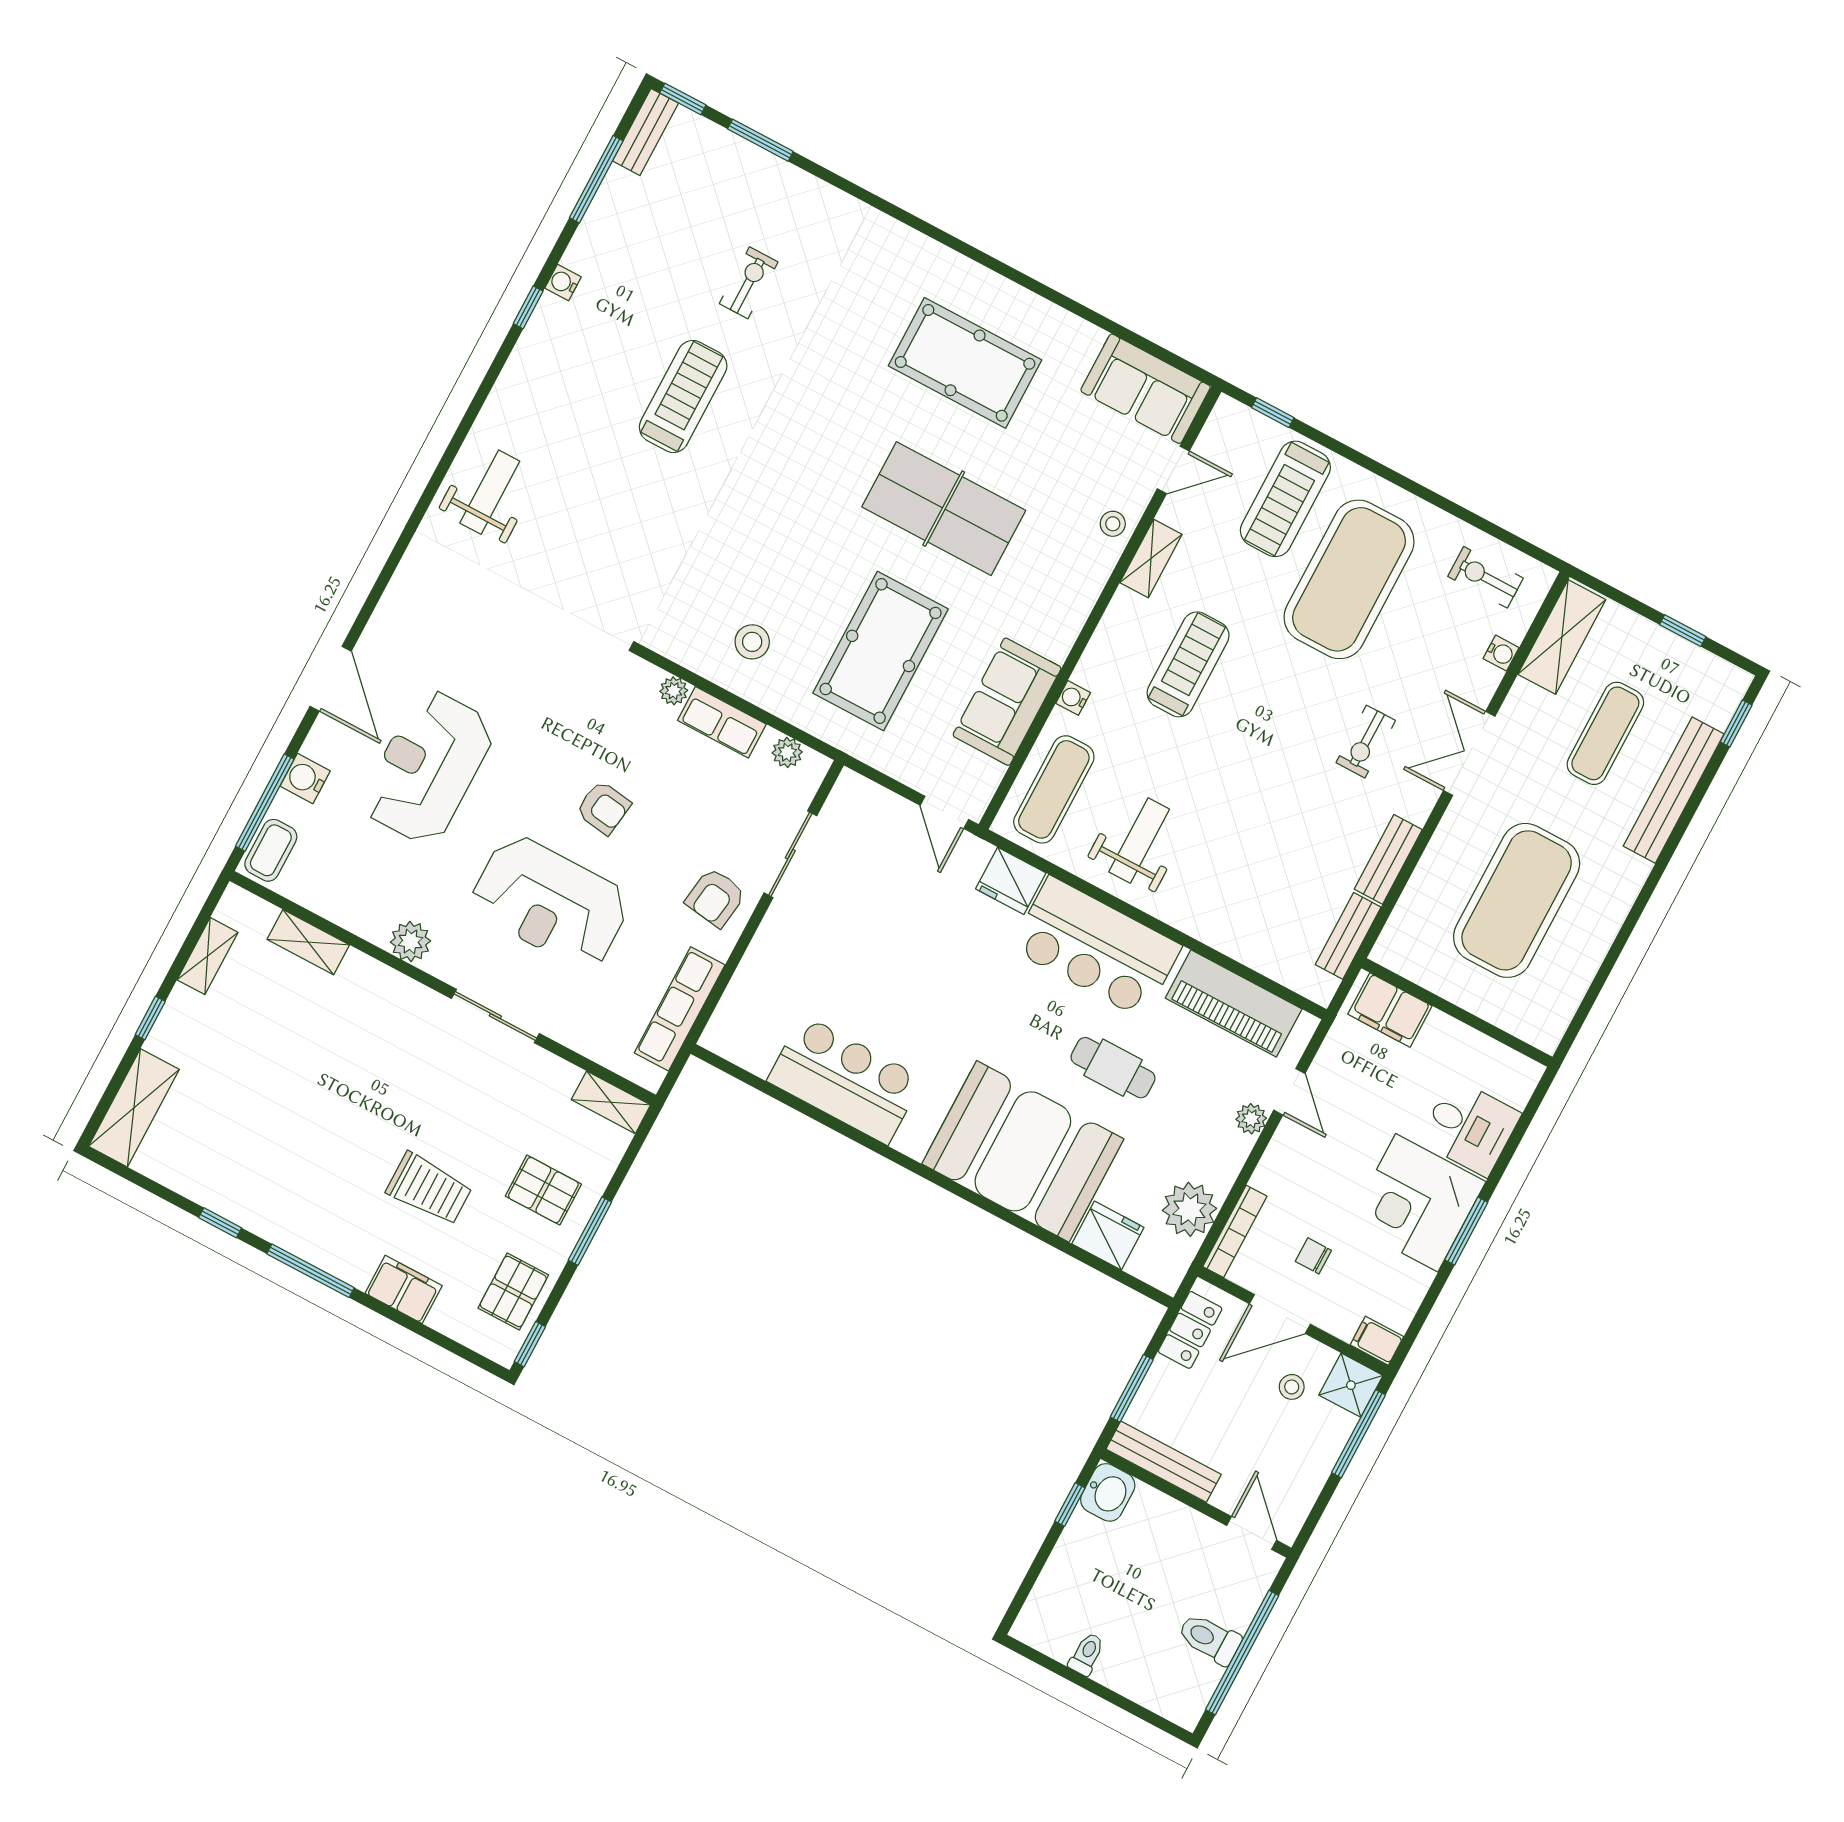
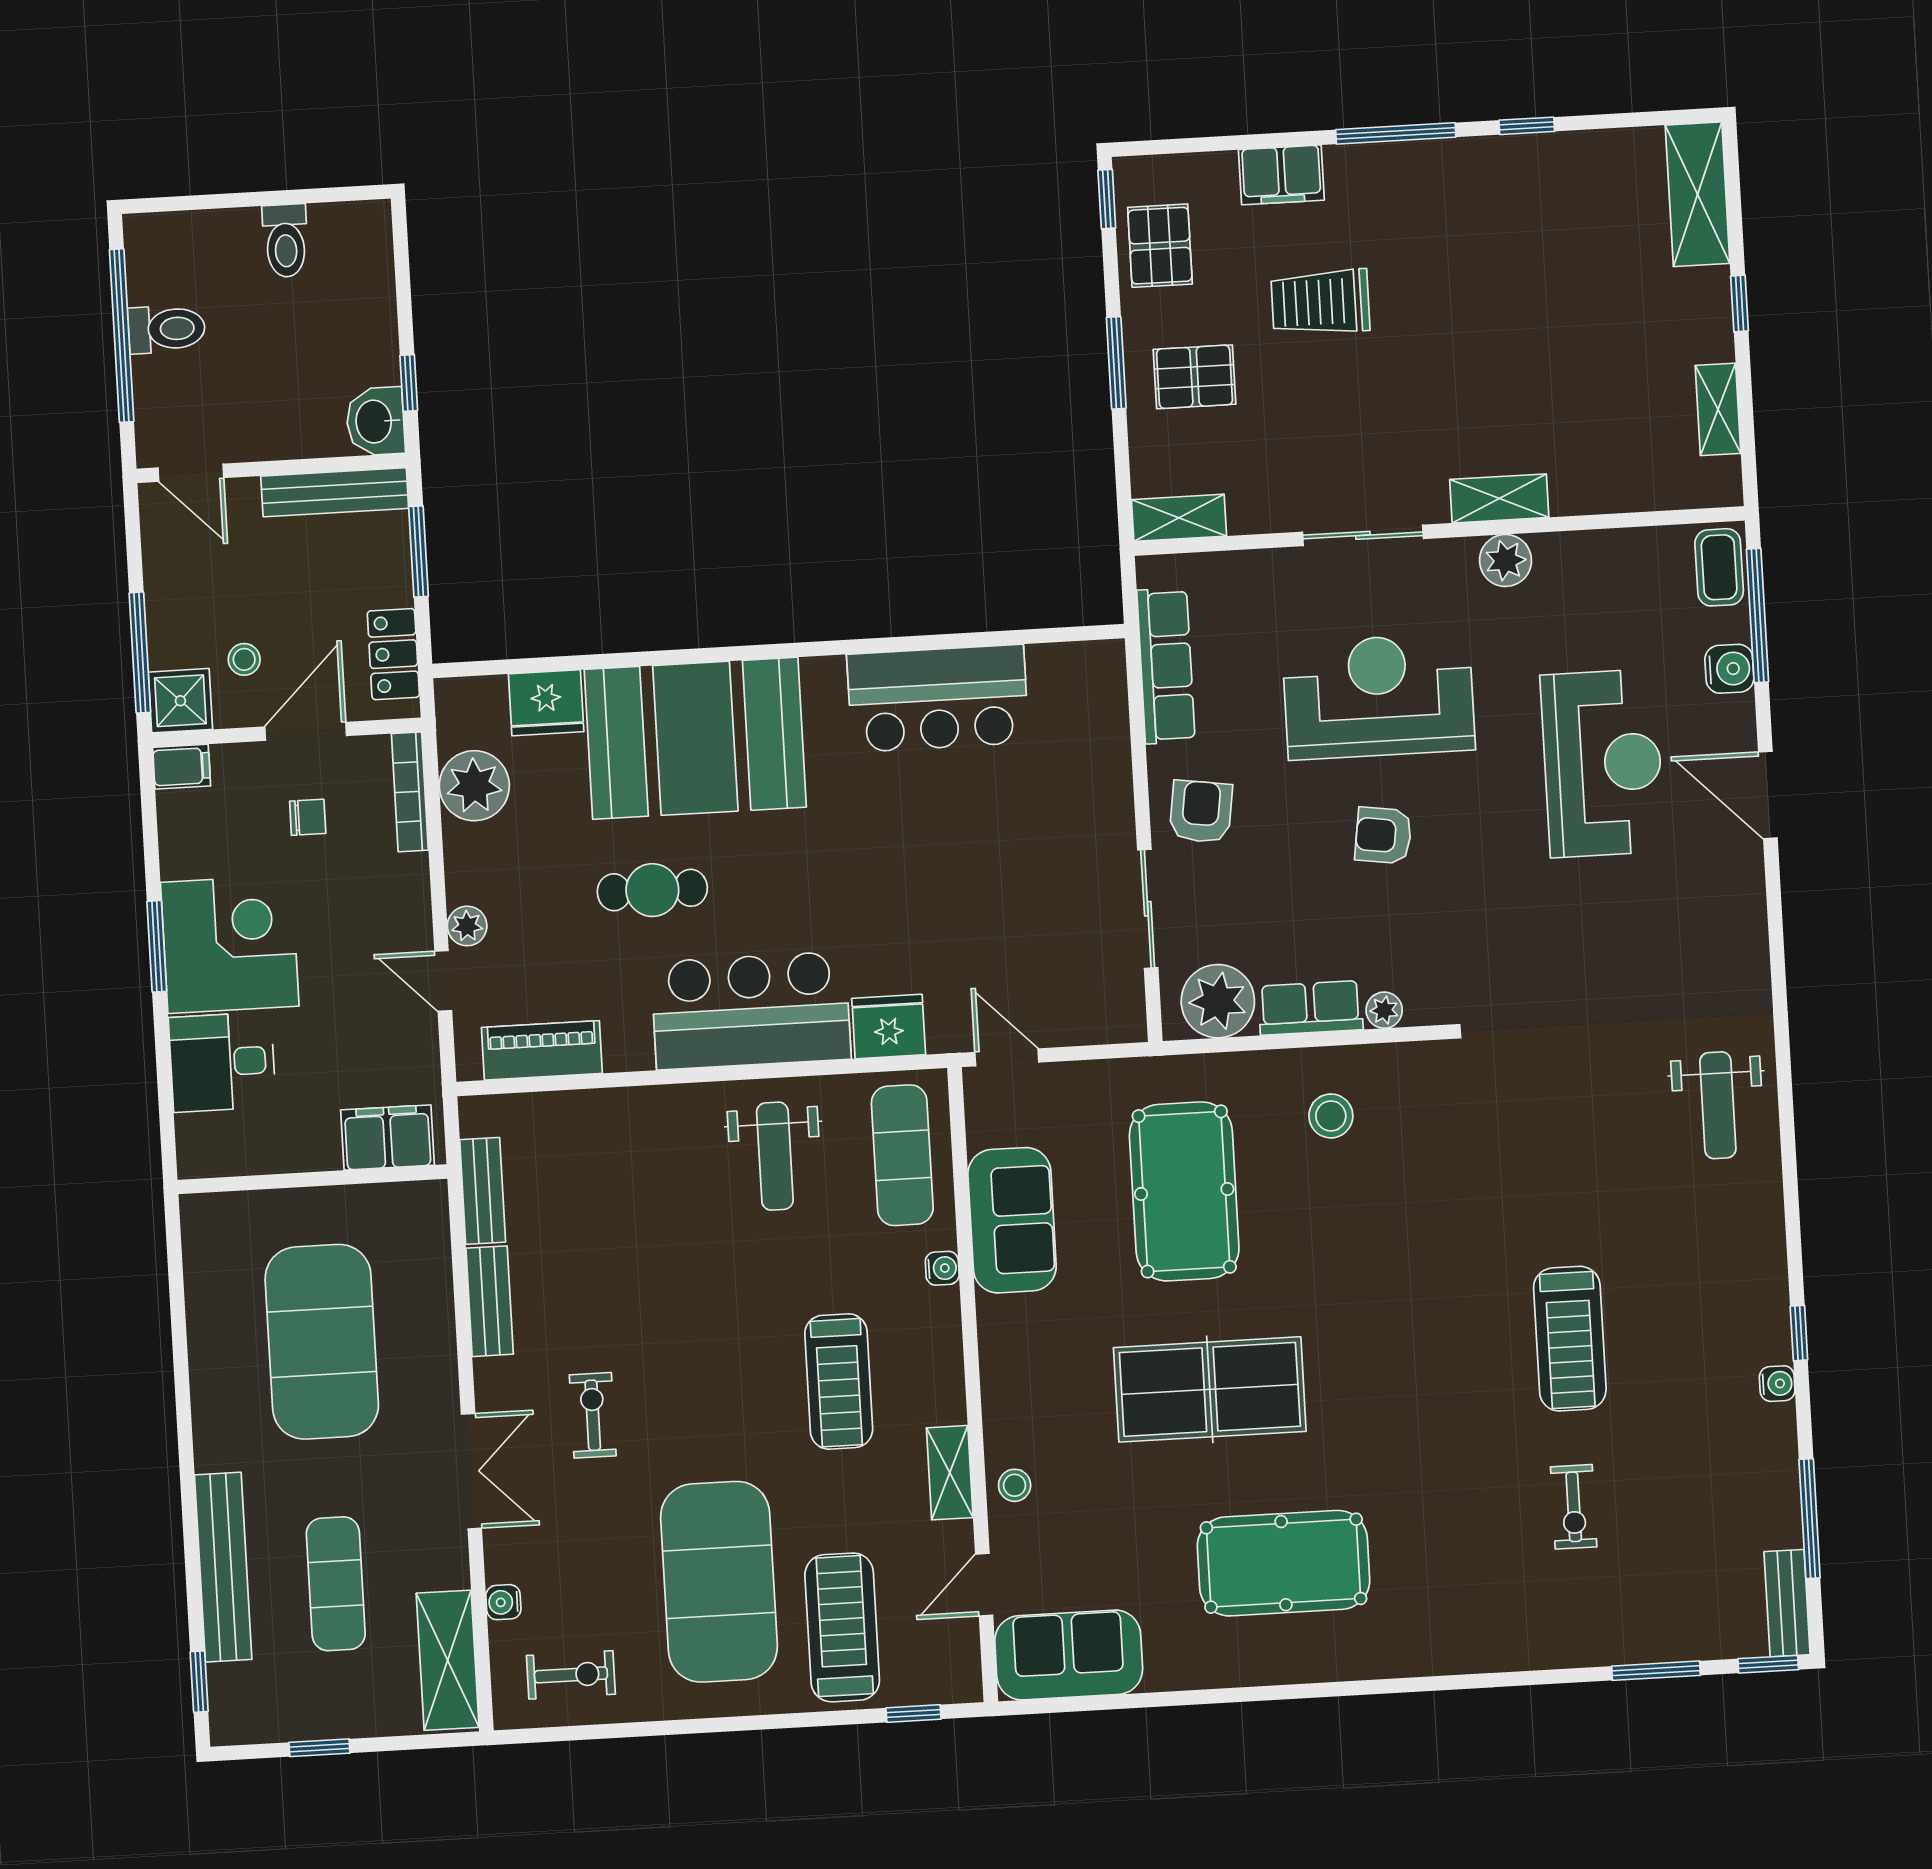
plant: (787, 752) -> (1218, 1001), width x1.88, depth x1.88
shelving: (308, 942) -> (1499, 498), moved
piano: (1234, 1003) -> (542, 1050), width x0.73, depth x0.75
toilet: (1087, 1654) -> (285, 241), width x1.37, depth x1.39

